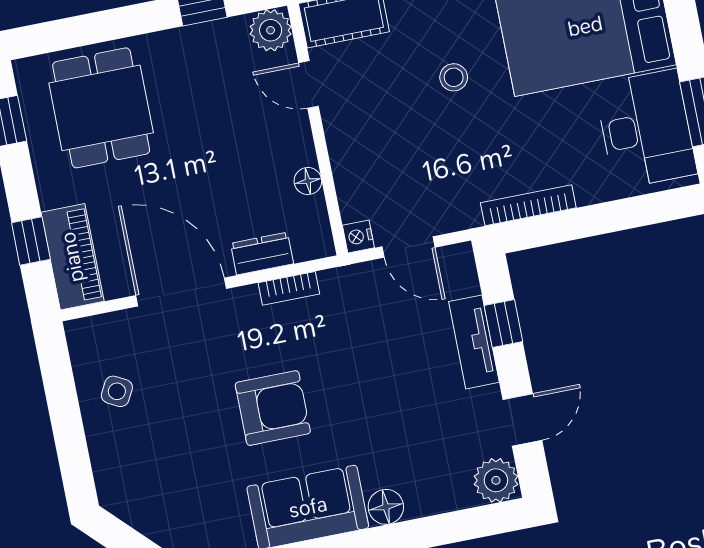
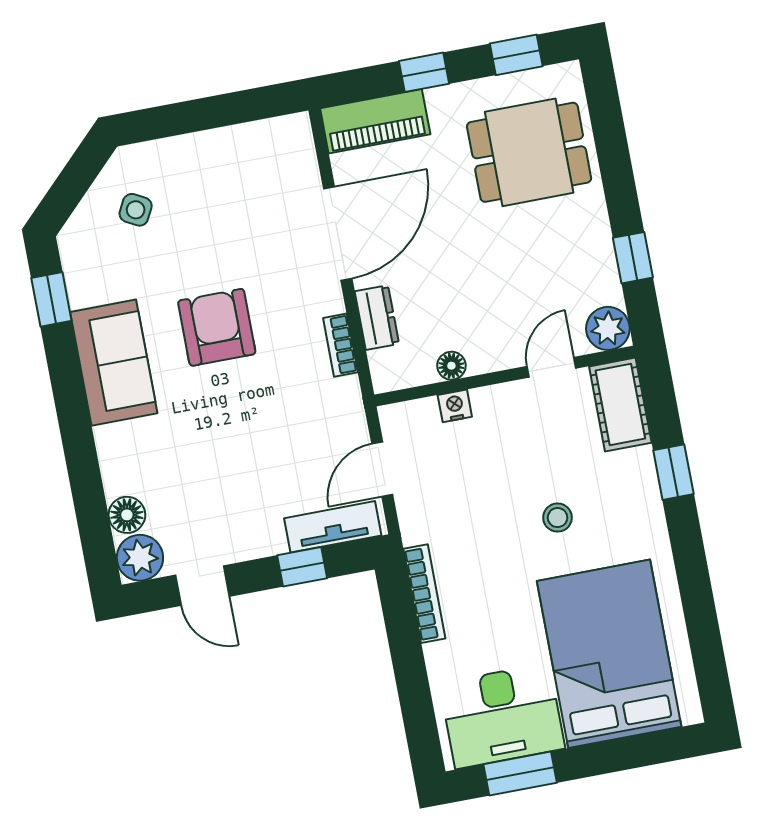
nightstand: (358, 237) -> (455, 406), moved
window: (31, 241) -> (424, 72), moved
tv unit: (474, 342) -> (333, 527), moved
side table: (117, 391) -> (136, 210), moved
armchair: (273, 408) -> (217, 327), turned 180
floor lamp: (386, 507) -> (127, 515), moved

